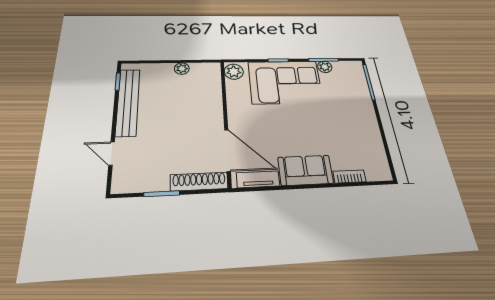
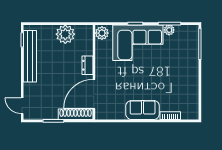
plant: (182, 69) -> (65, 34), width x1.88, depth x1.88
dresser: (215, 111) -> (88, 65), added
door: (227, 150) -> (94, 94), swing flipped
door: (112, 153) -> (22, 106), moved
tv unit: (258, 179) -> (112, 115), removed

